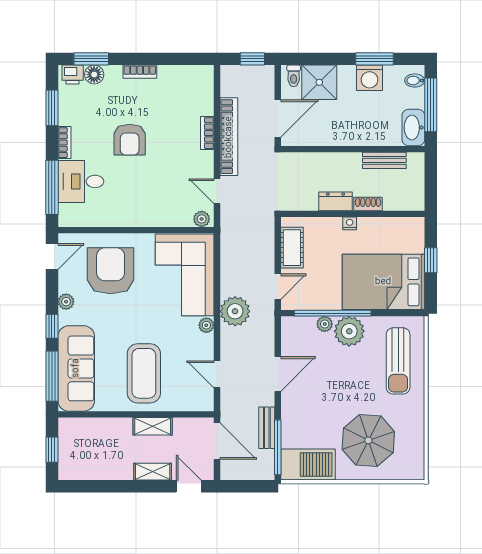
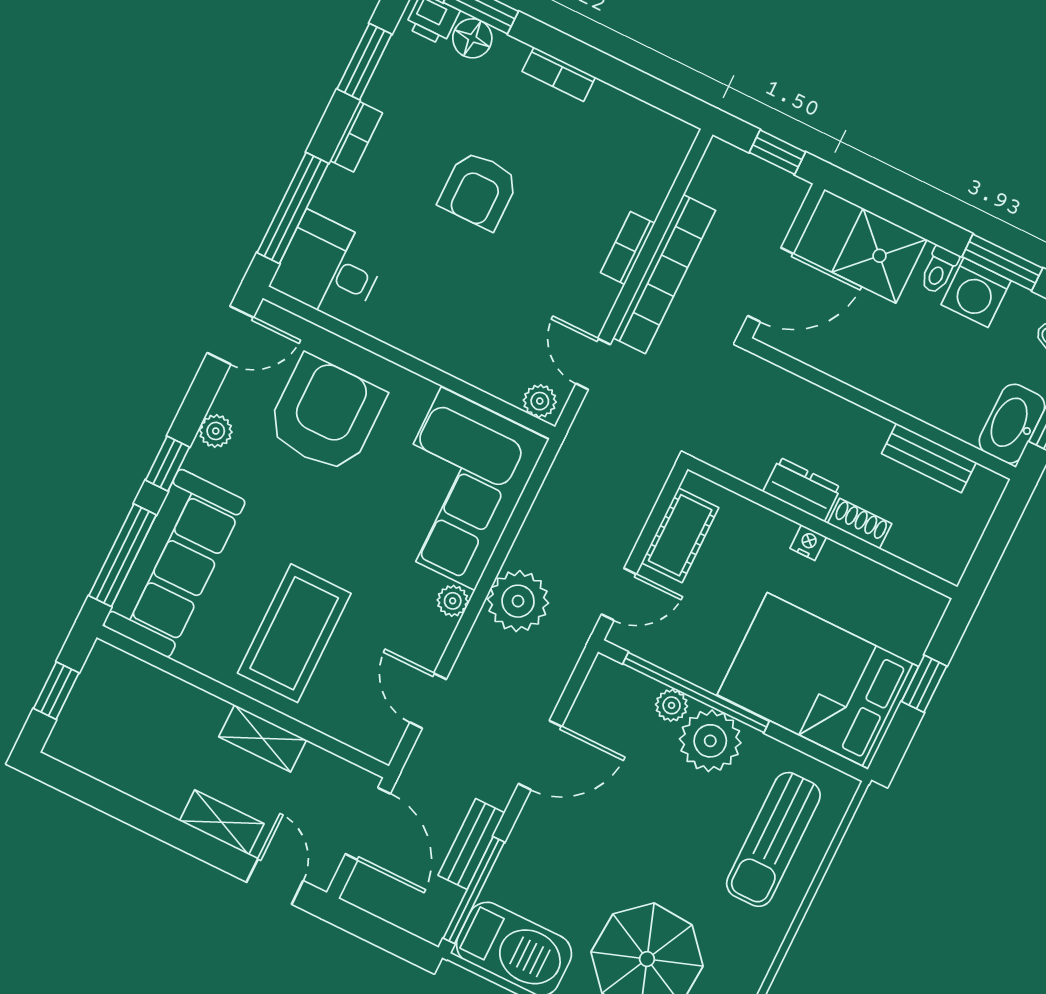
toilet: (294, 76) -> (939, 270), moved
desk: (81, 181) -> (329, 268), moved

